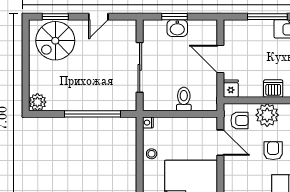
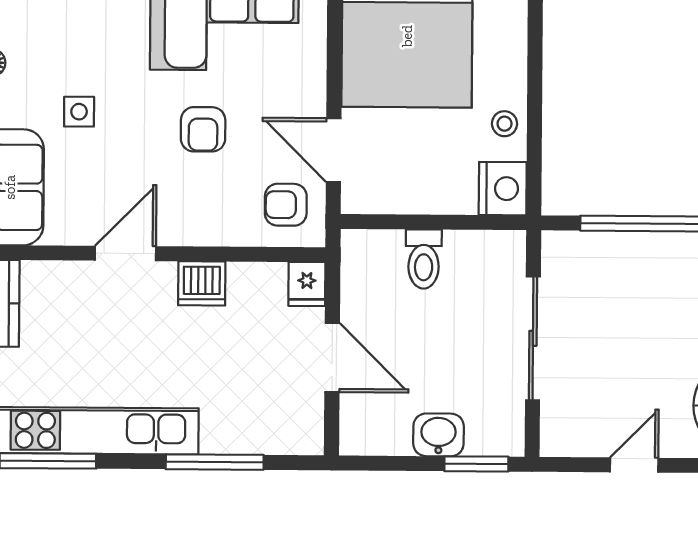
window: (175, 17) -> (476, 464), moved
plant: (267, 115) -> (217, 218), removed
nightstand: (148, 123) -> (503, 189), width x1.89, depth x1.79

